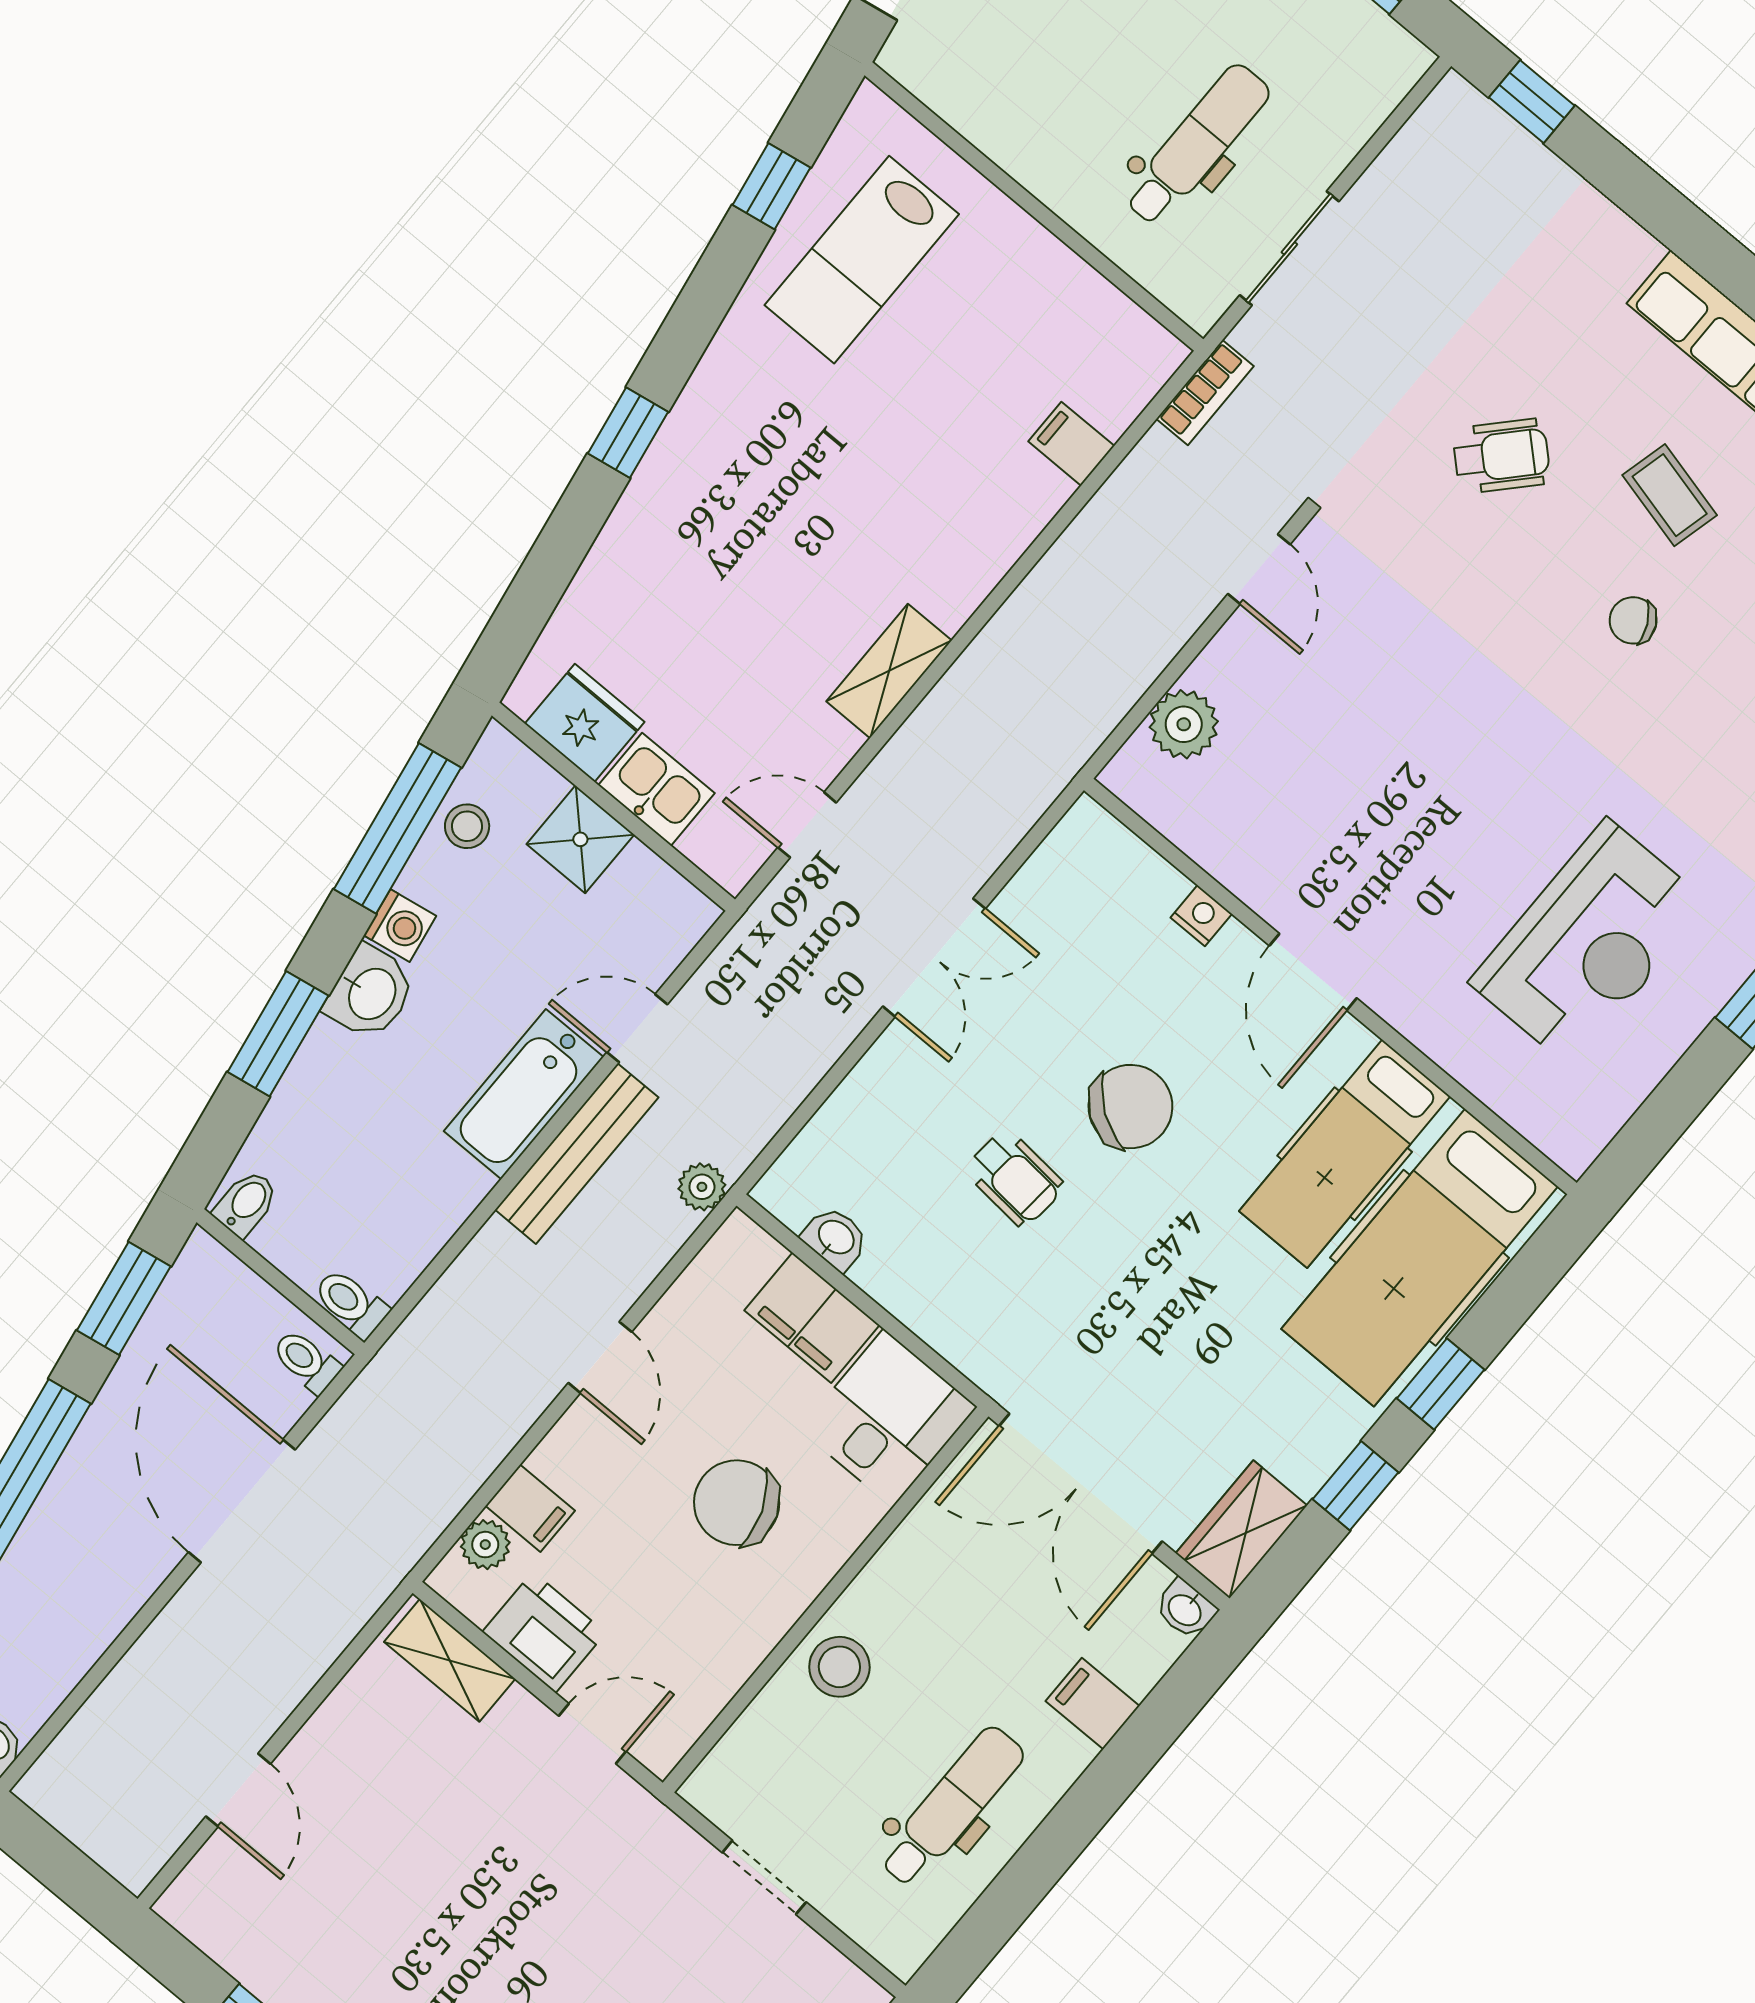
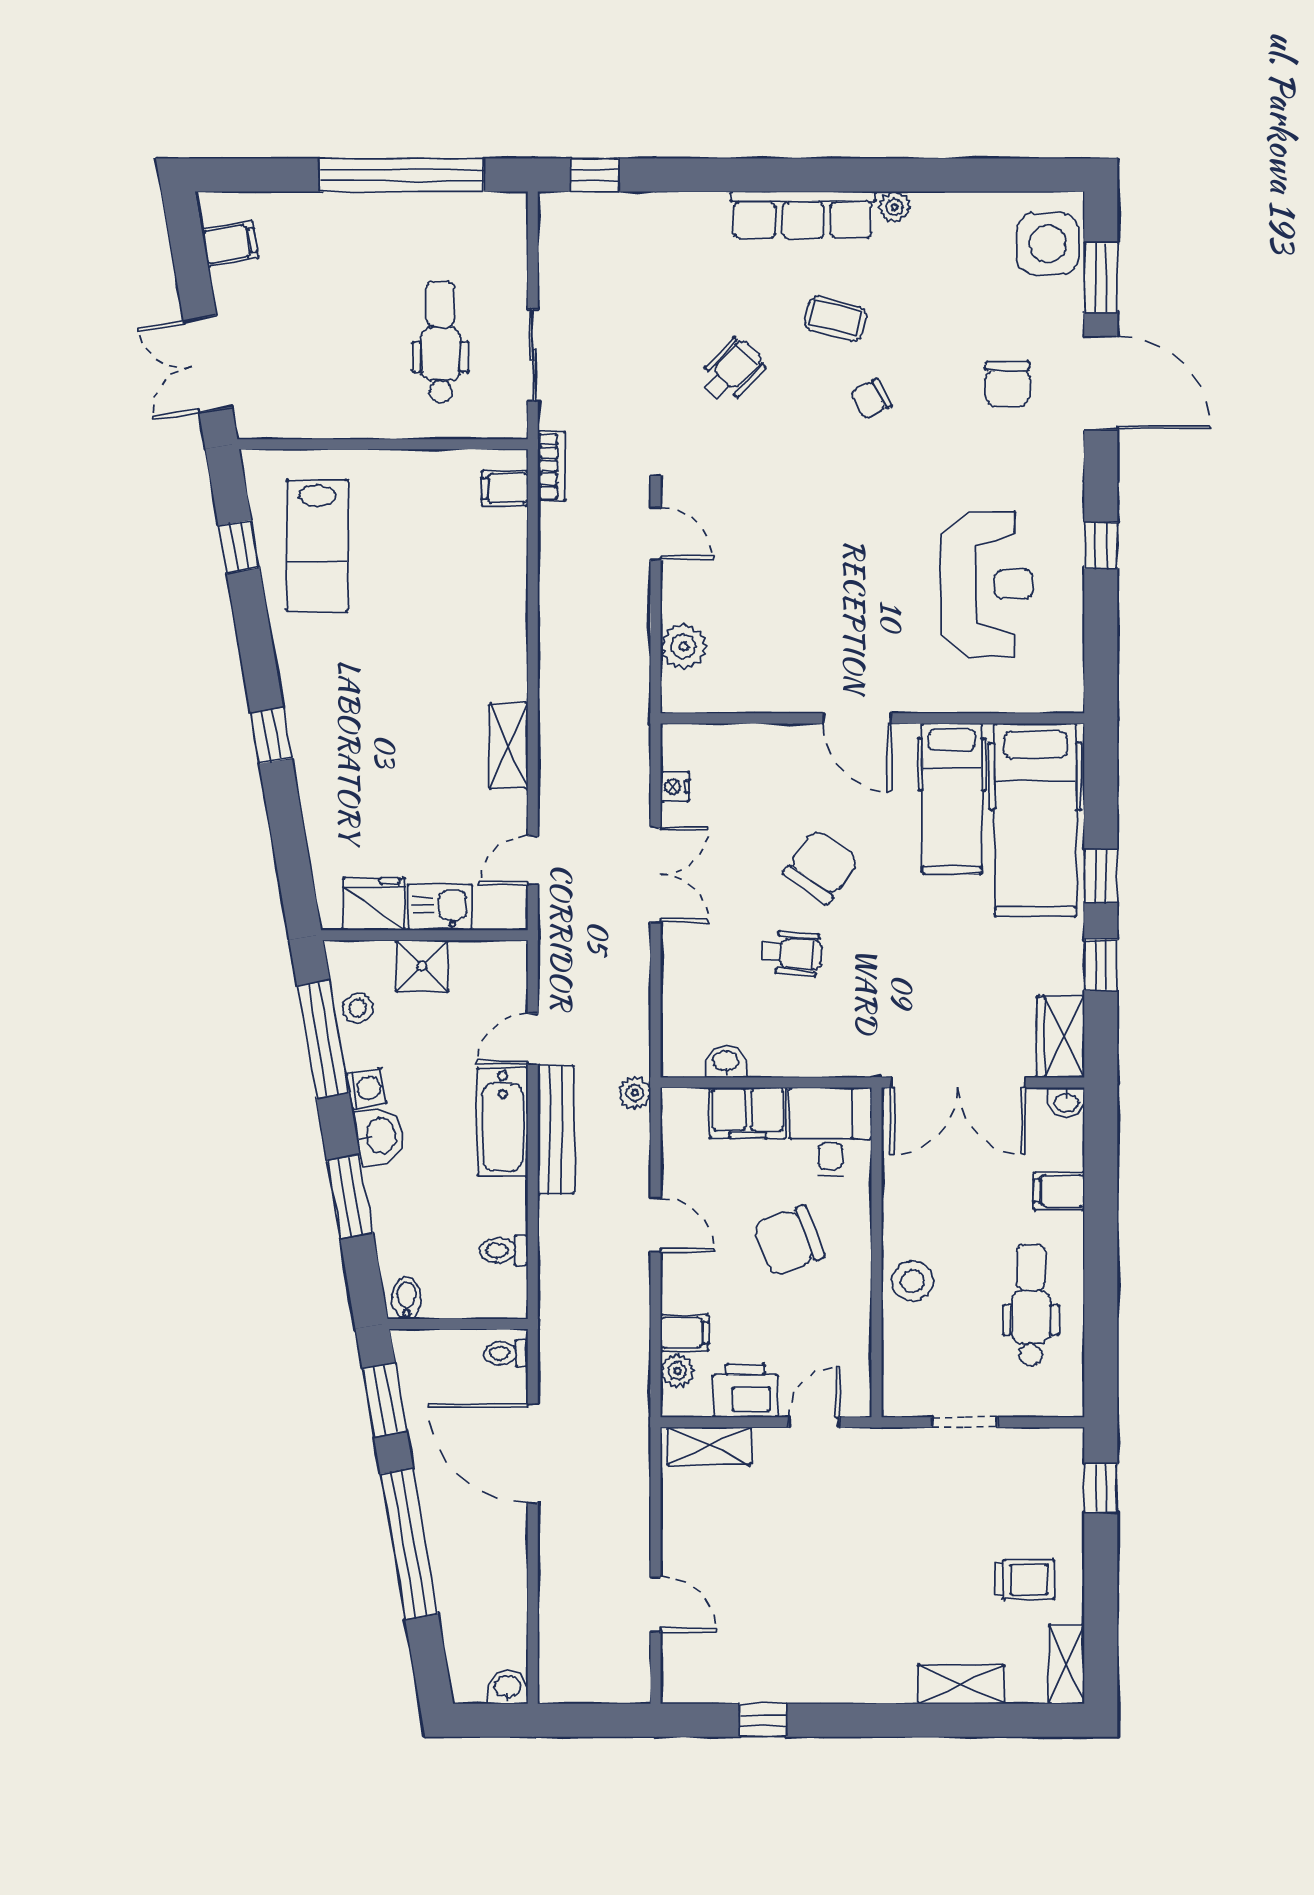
filing cabinet: (1071, 444) -> (505, 488), moved
nightstand: (1201, 916) -> (675, 787), moved, turned -90
toilet: (351, 1303) -> (504, 1250), moved

